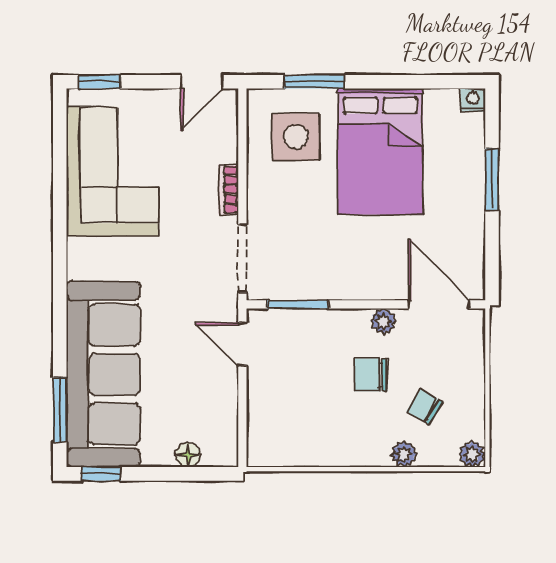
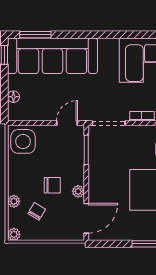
chair: (371, 375) -> (52, 185), turned 90
side table: (280, 435) -> (23, 141), added

